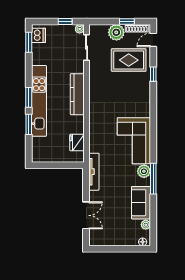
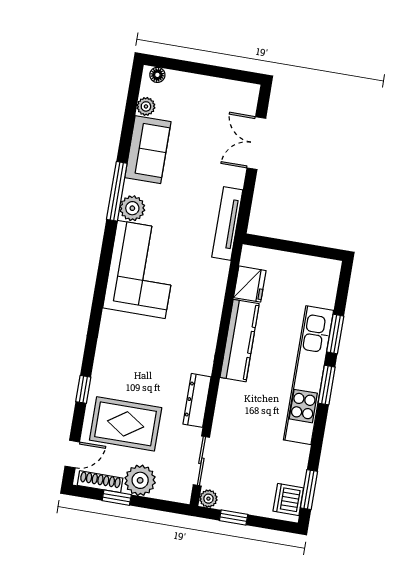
dresser: (94, 78) -> (197, 400), added
kitchen counter: (77, 94) -> (240, 341), moved

